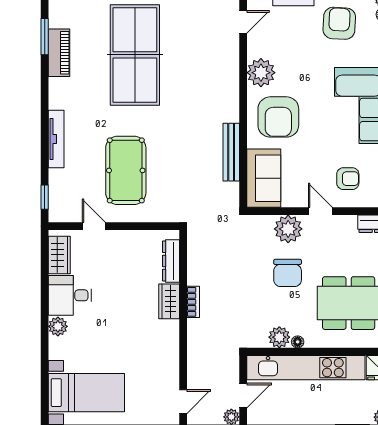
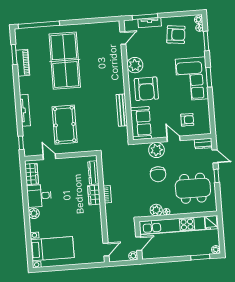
armchair: (339, 23) -> (176, 35), turned 94

